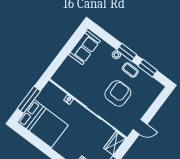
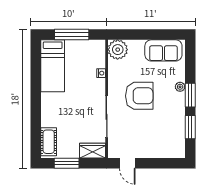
coffee table: (130, 70) -> (176, 112), removed
plant: (61, 77) -> (118, 50), added
armchair: (118, 93) -> (139, 96), moved
bed: (43, 124) -> (53, 66), width x0.67

